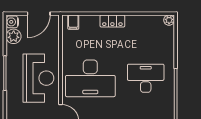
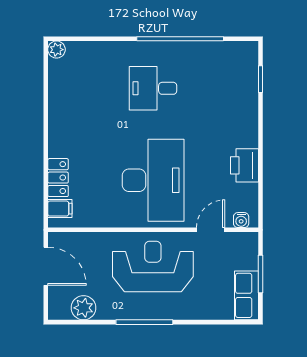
locker: (112, 21) -> (58, 178), moved
water cooler: (12, 22) -> (59, 310), removed
desk: (146, 78) -> (153, 88), width x0.73

